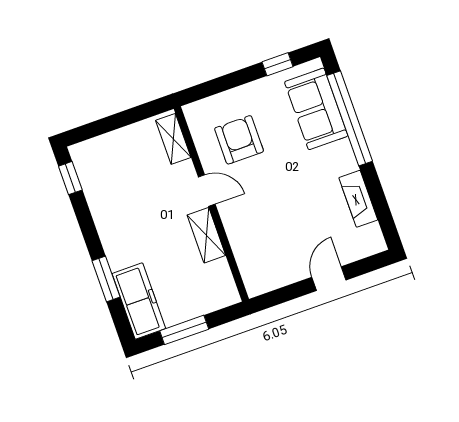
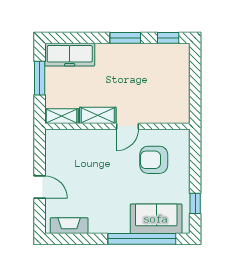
shelving: (173, 139) -> (62, 116), moved
armchair: (239, 140) -> (154, 160), turned 180
fireplace: (358, 199) -> (69, 226), moved
window: (106, 279) -> (125, 38), moved

